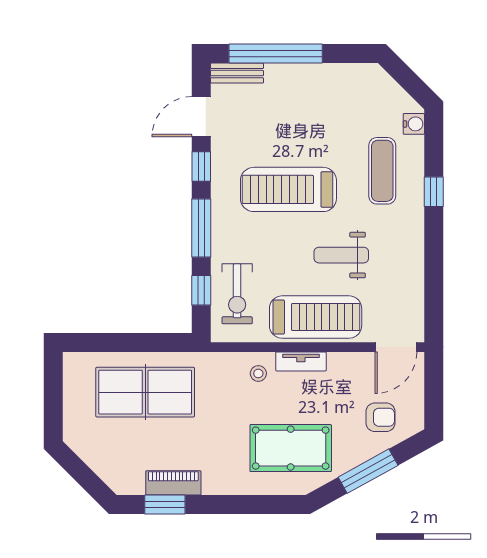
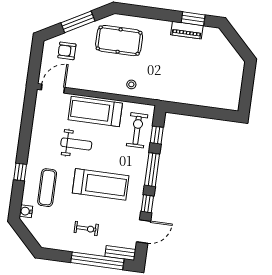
exercise bike: (303, 108) -> (86, 229), added
tv unit: (301, 361) -> (107, 88), removed
table tennis table: (145, 392) -> (196, 83), removed

